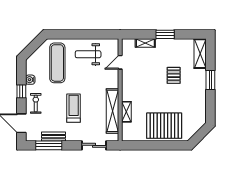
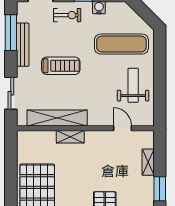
shelving: (126, 112) -> (70, 137), moved
bench: (54, 137) -> (23, 45), width x1.36

